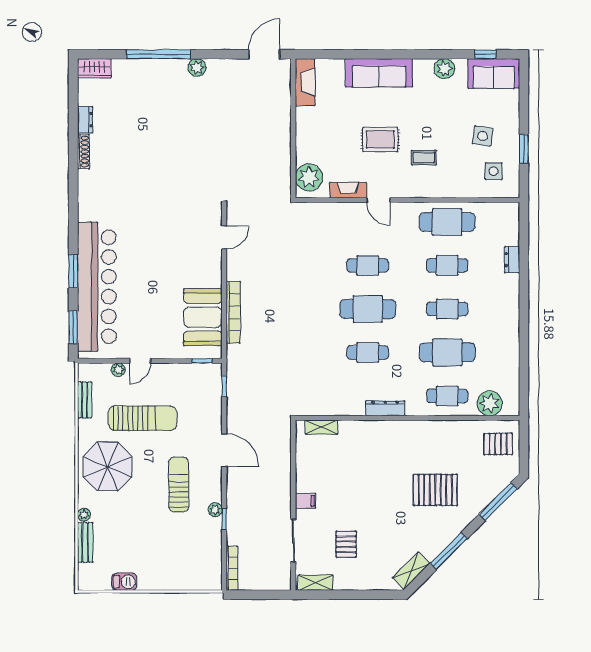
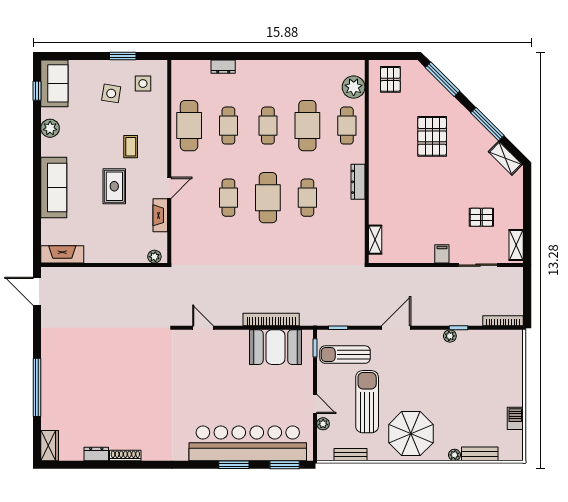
plant: (197, 68) -> (49, 353), removed
plant: (309, 177) -> (154, 257), width x0.53, depth x0.53
sun lounger: (179, 484) -> (345, 355), moved

